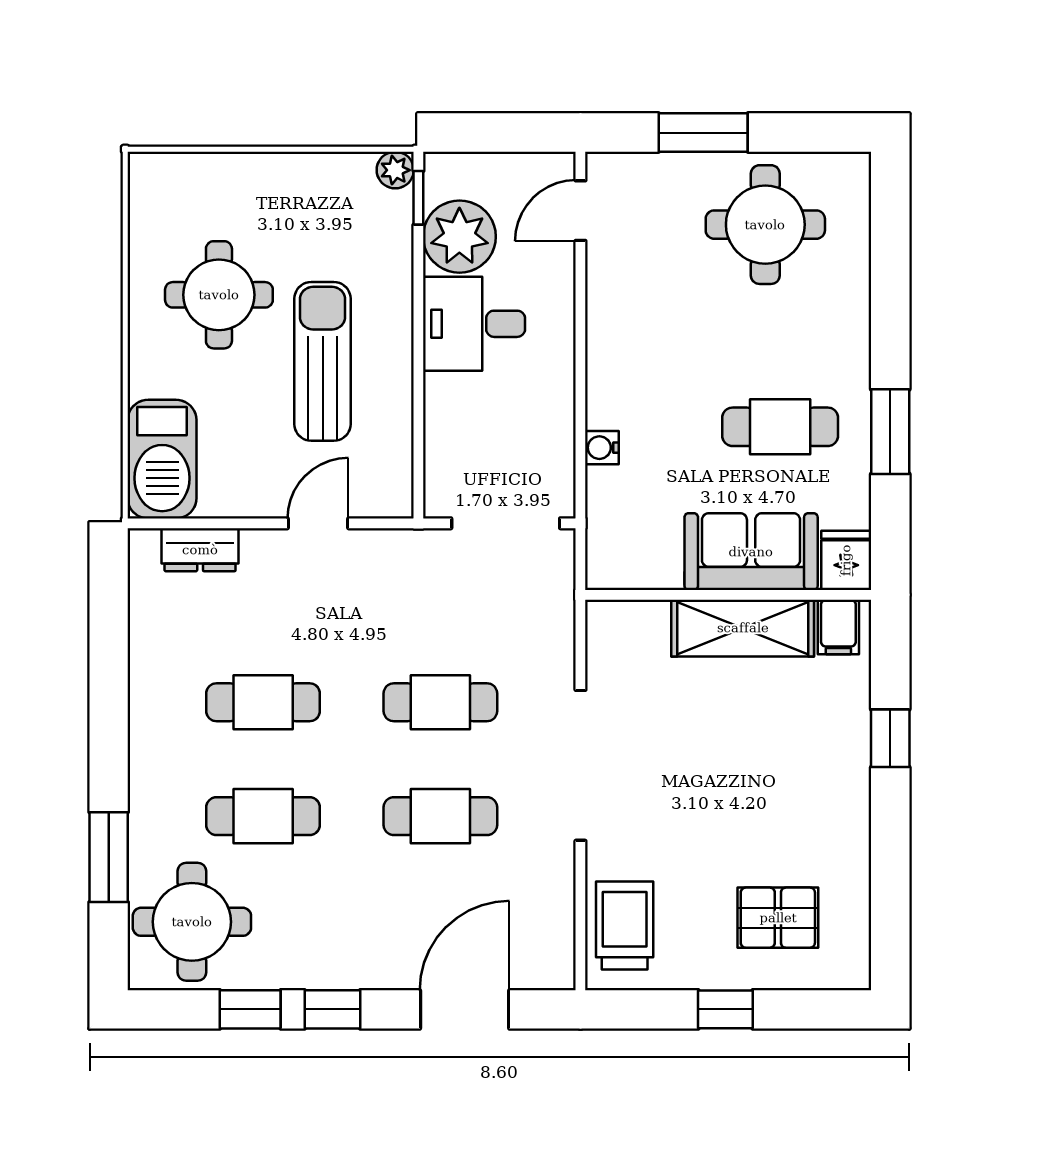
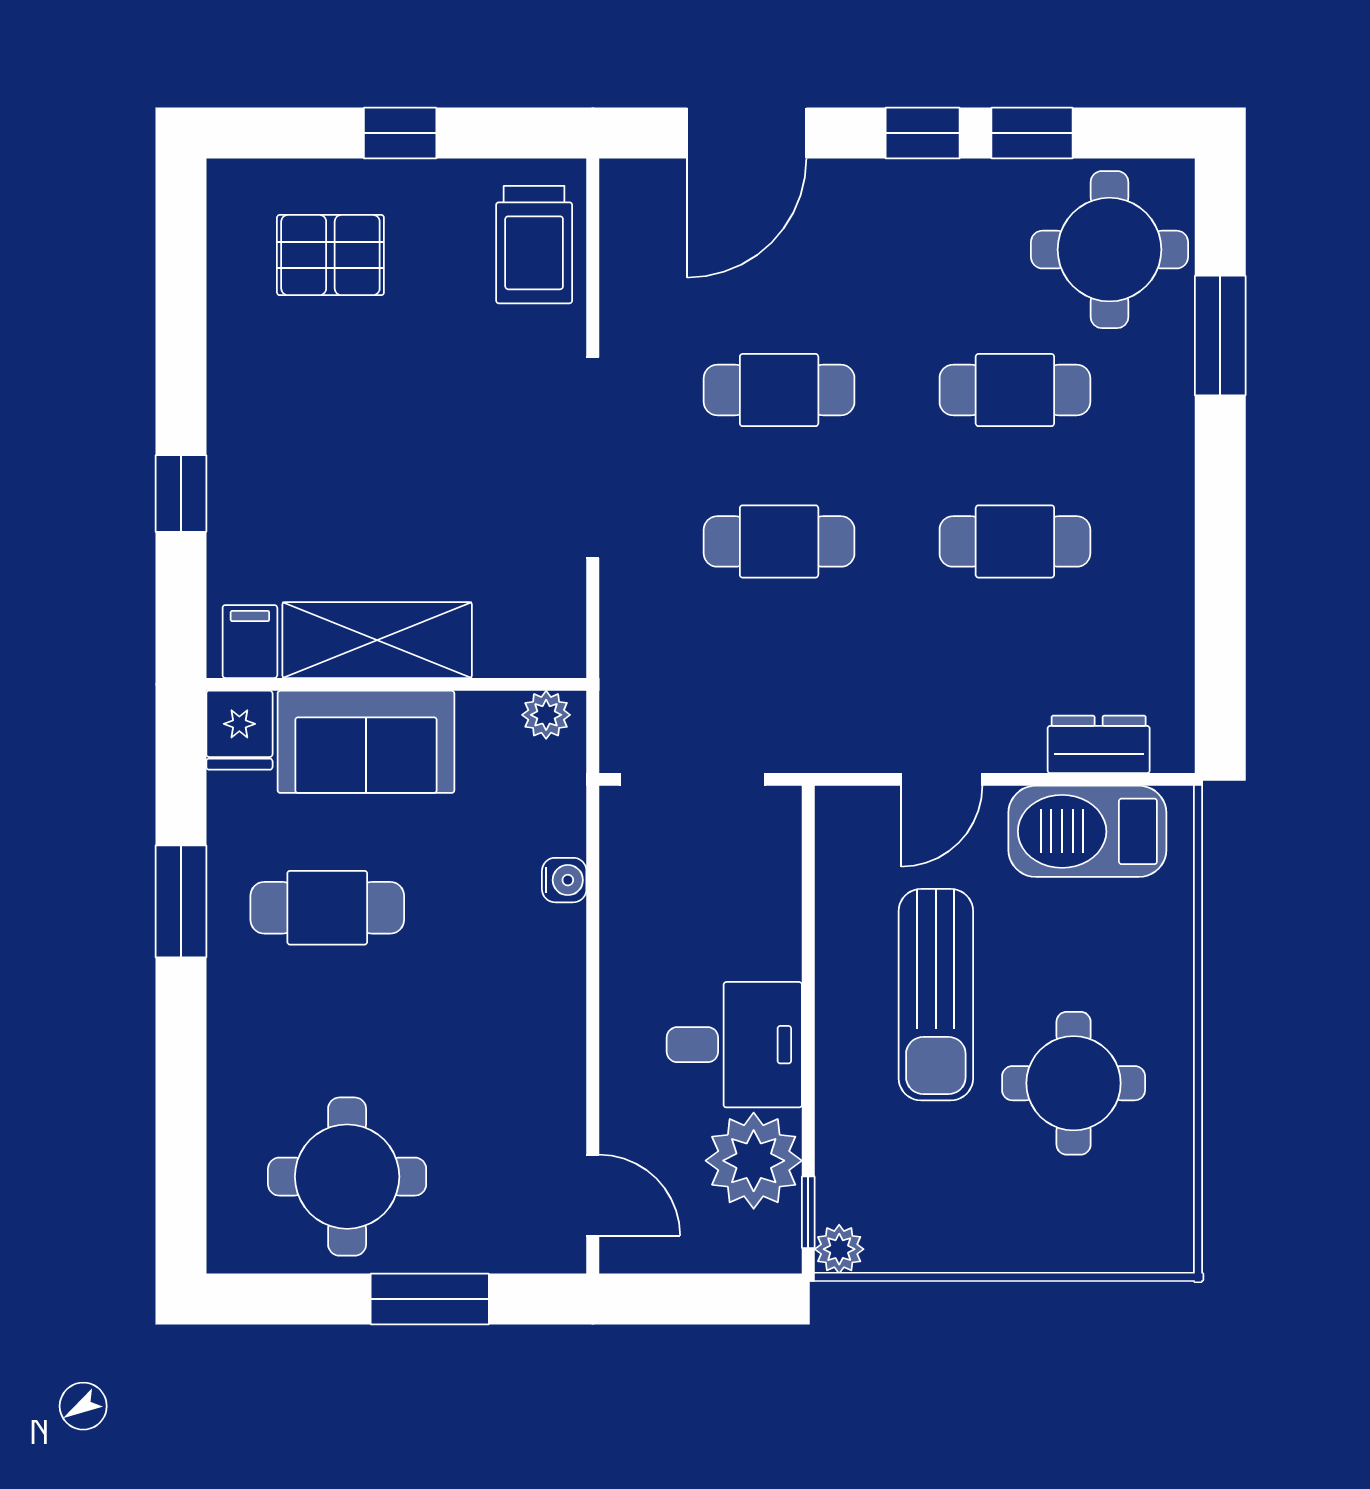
door: (580, 211) -> (593, 1195), hinge flipped
barbecue: (162, 459) -> (1087, 831), moved, turned -90
plant: (616, 572) -> (546, 715), added

